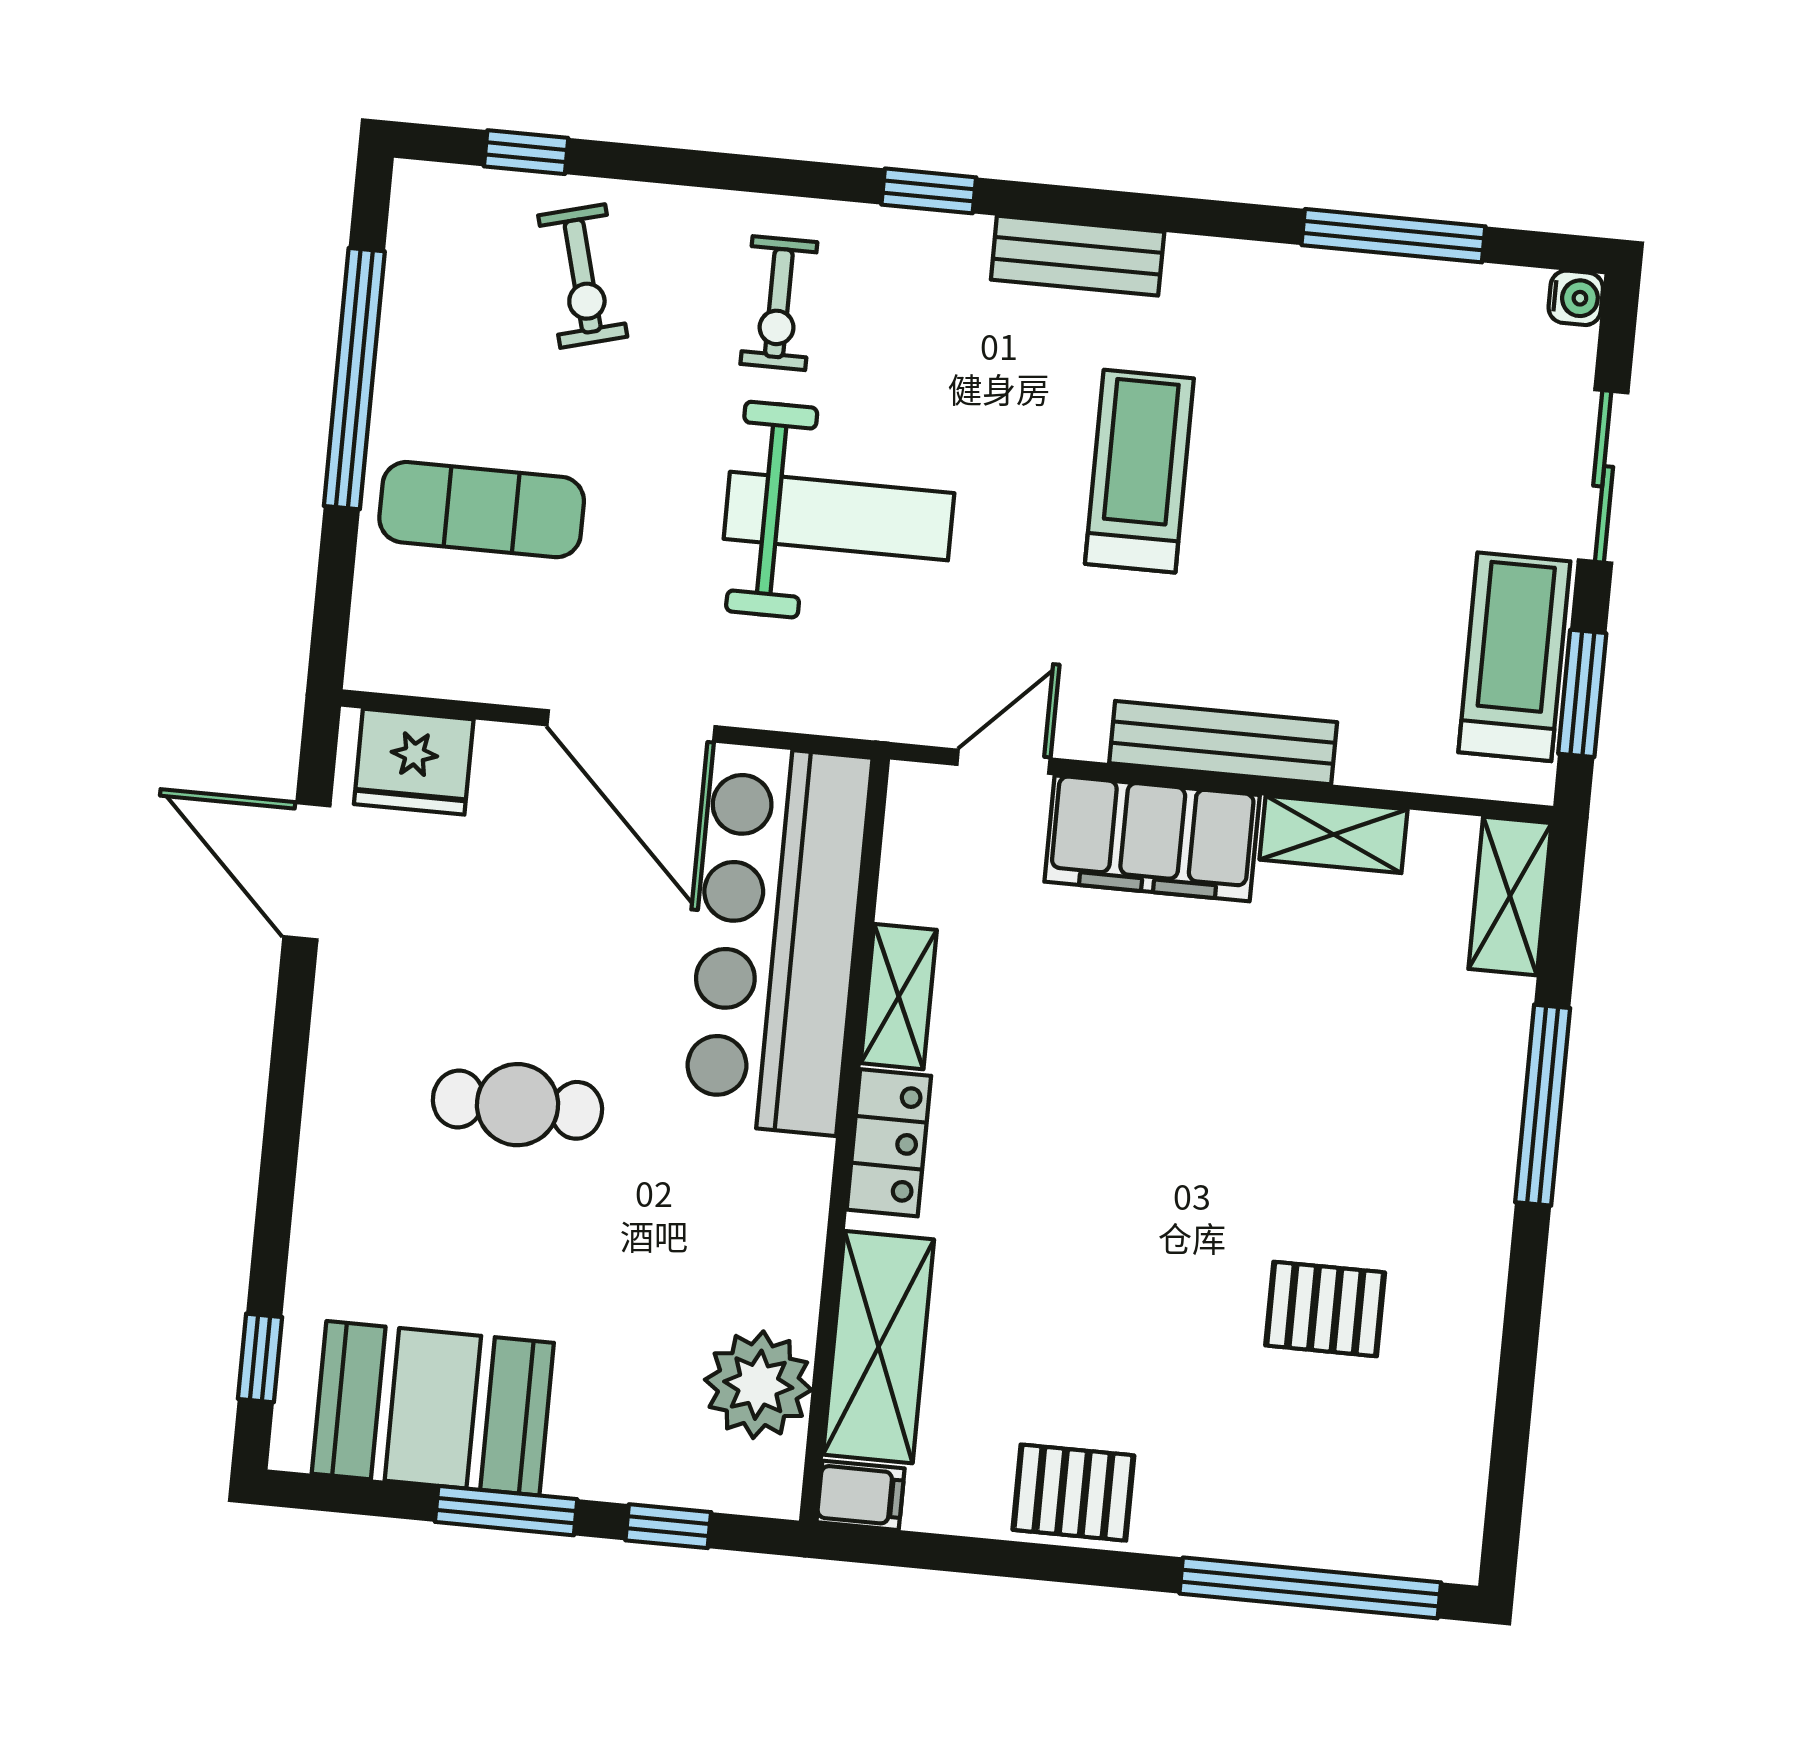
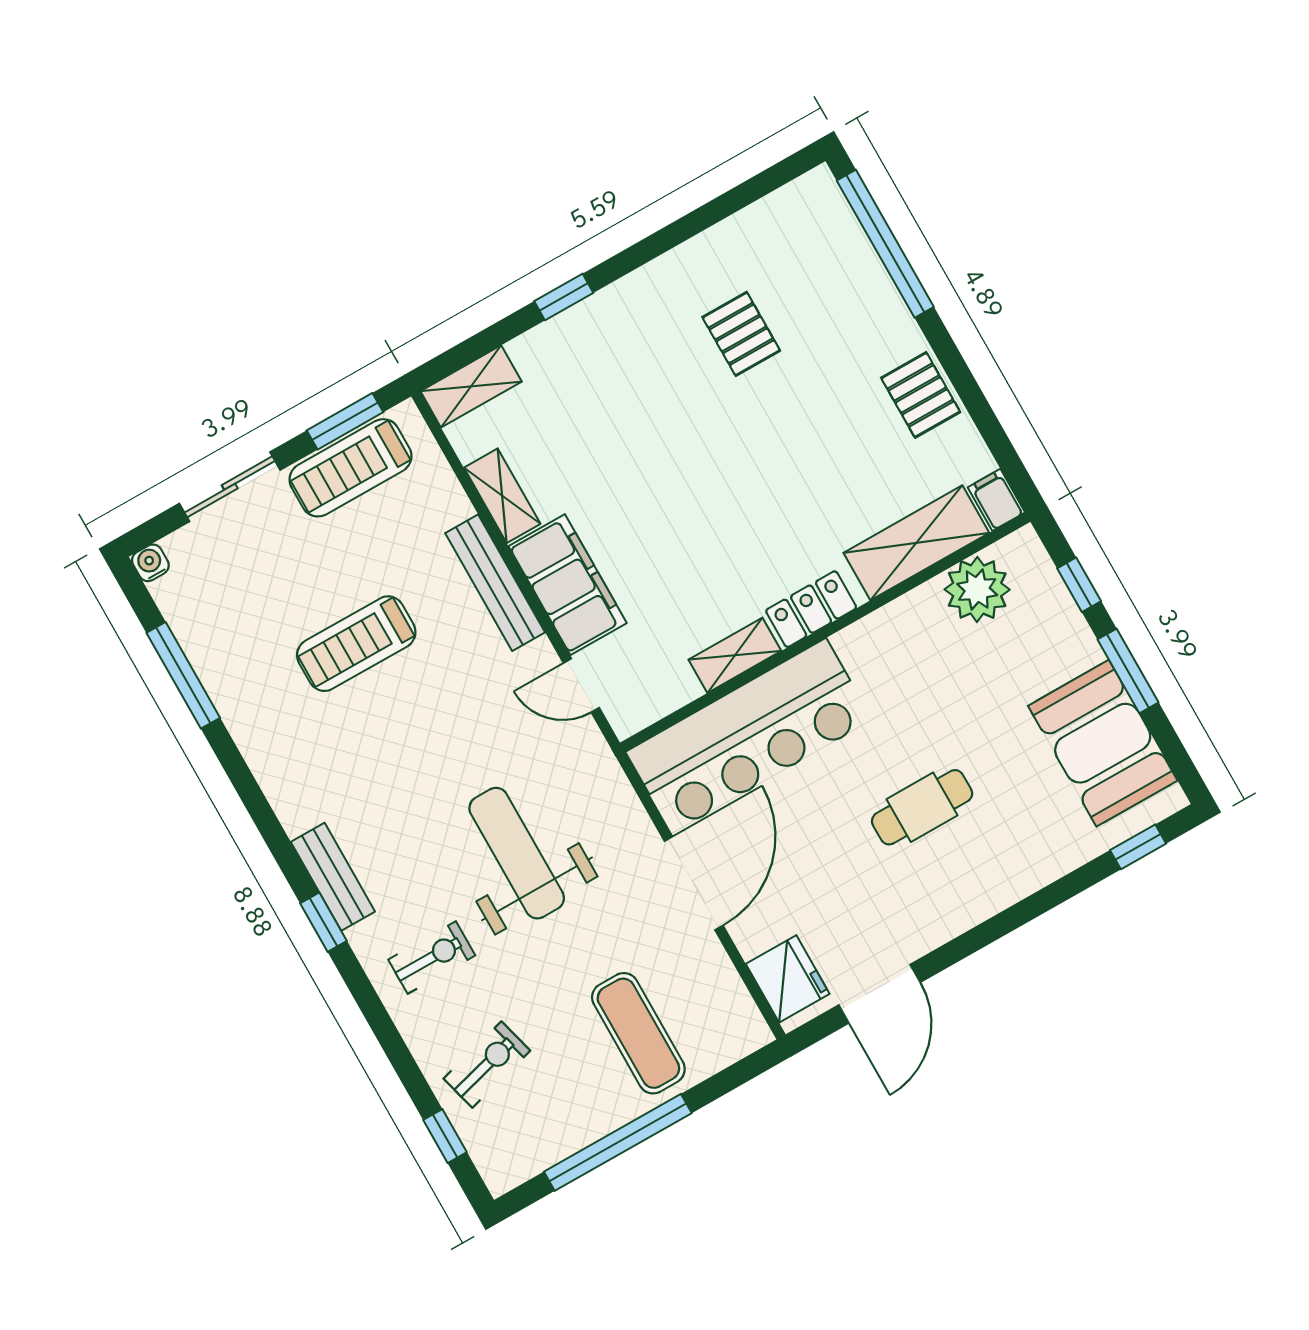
bench: (1078, 256) -> (333, 877), moved
treadmill: (1139, 471) -> (356, 644), moved
cafe table: (517, 1105) -> (922, 807), turned 90
window: (1543, 1105) -> (564, 297), width x0.46

